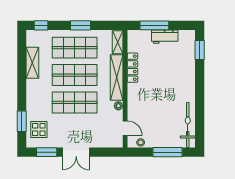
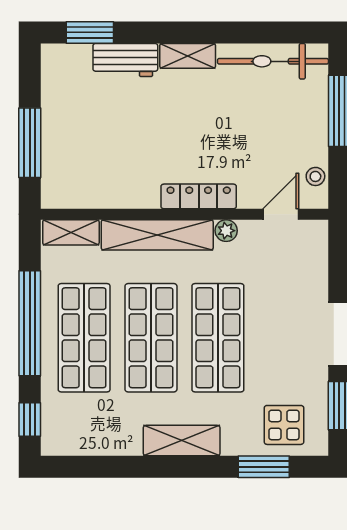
window: (80, 25) -> (30, 323), width x2.11
workbench: (165, 37) -> (125, 60), moved, turned 90
shelving: (32, 63) -> (182, 441), moved
locker: (132, 68) -> (199, 196), moved
shelving: (190, 90) -> (188, 56), added

